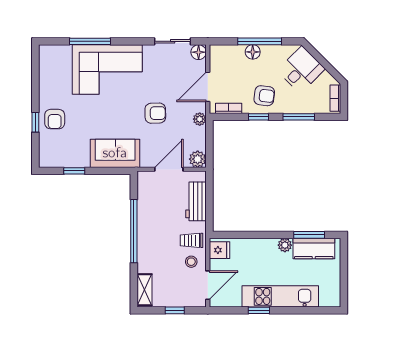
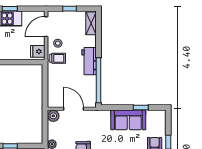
sofa: (115, 153) -> (128, 120), moved
door: (169, 169) -> (74, 109), swing flipped
workbench: (196, 201) -> (89, 61), moved, turned 180
window: (134, 231) -> (98, 80), moved

